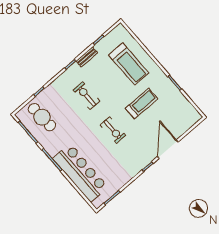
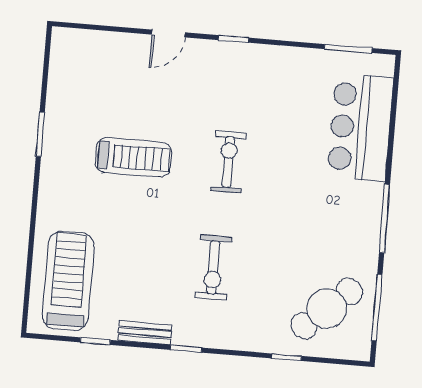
treadmill: (129, 64) -> (68, 281), moved
treadmill: (141, 104) -> (133, 157), turned 180
cafe table: (42, 117) -> (327, 309), turned 51
door: (168, 149) -> (168, 33), width x0.53
bar counter: (80, 173) -> (360, 128), width x0.73

